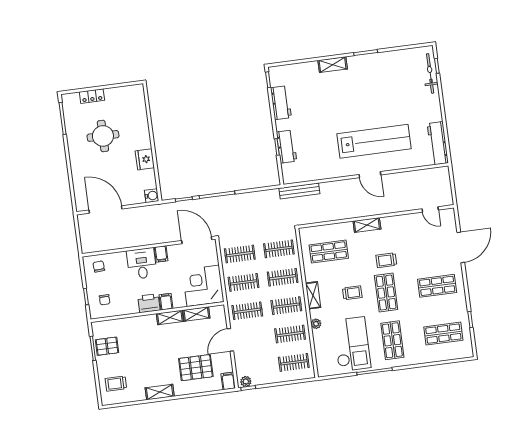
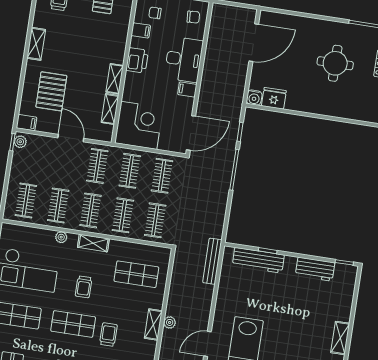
workbench: (287, 147) -> (258, 260), width x1.38
fridge: (145, 159) -> (274, 98), moved
plant: (361, 212) -> (170, 322), added
shop shelf: (329, 252) -> (136, 274), turned 90
desk: (142, 264) -> (184, 59), width x1.37
filing cabinet: (166, 302) -> (141, 30), moved

